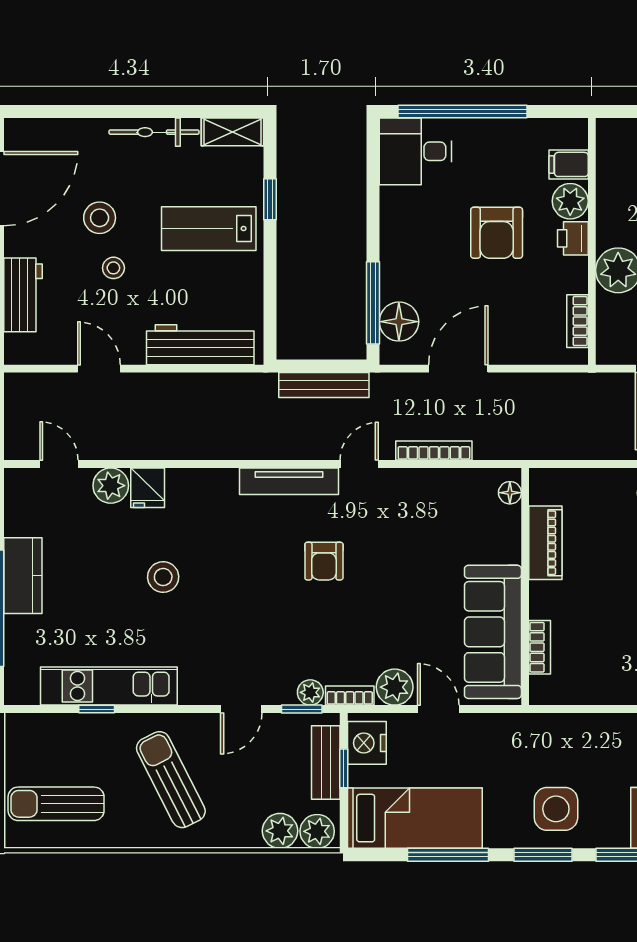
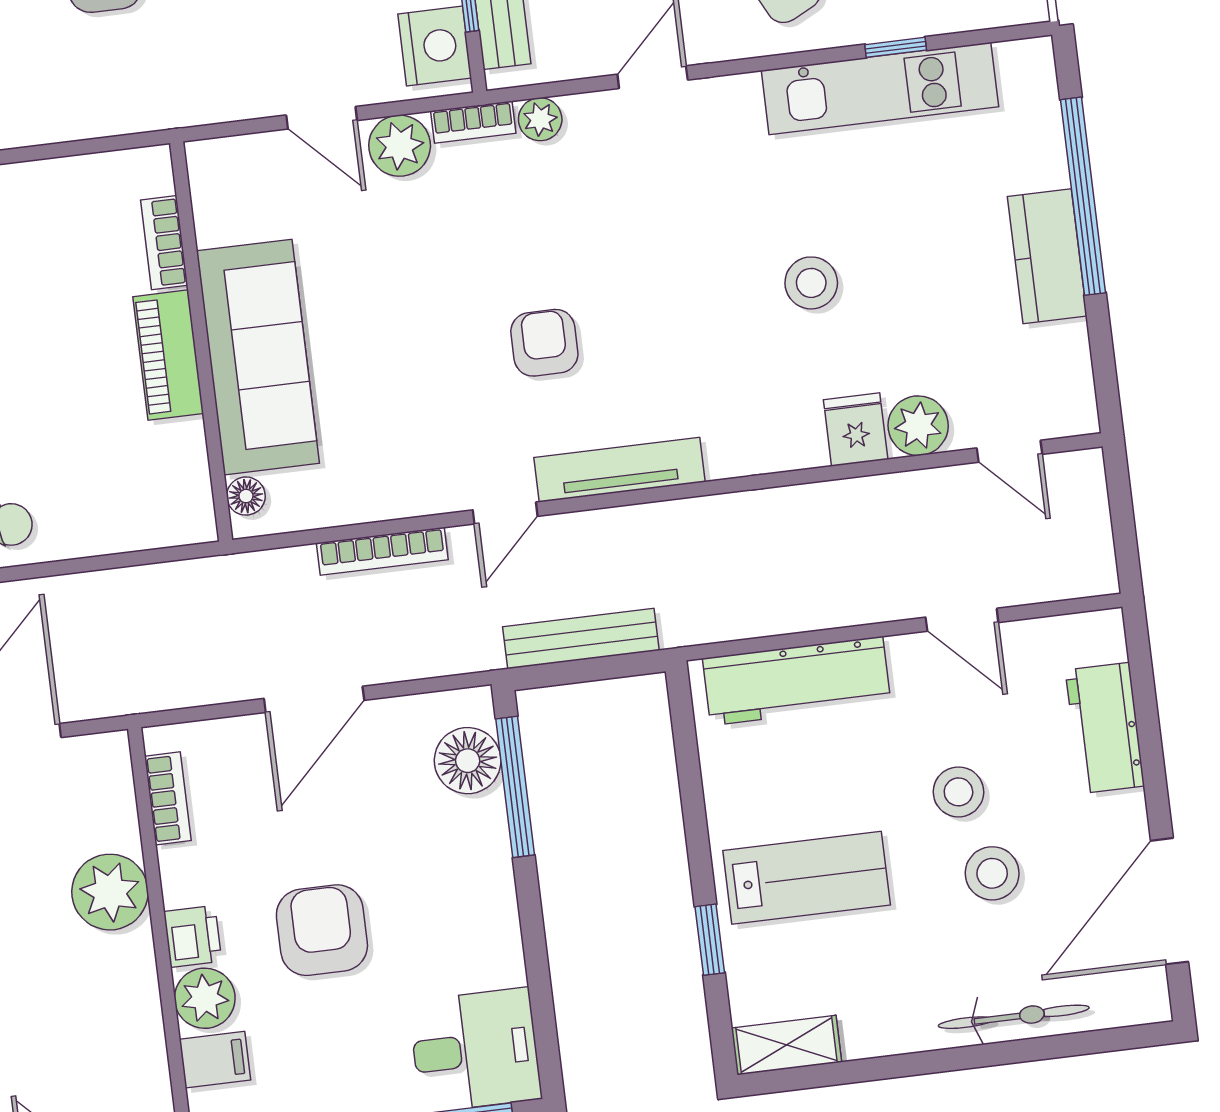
bicycle: (154, 132) -> (1014, 1017), moved
stool: (113, 268) -> (958, 792), width x1.37, depth x1.37
door: (458, 369) -> (314, 699), moved
piano: (545, 543) -> (168, 355), moved
sofa: (493, 632) -> (258, 357), moved
window: (302, 709) -> (551, 90), removed

